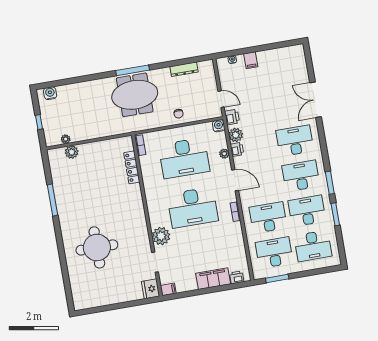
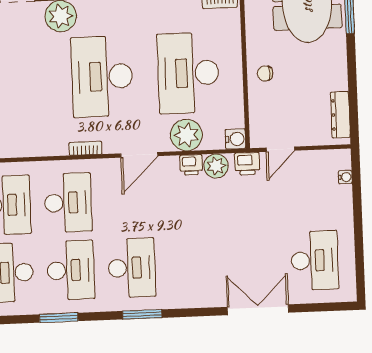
filing cabinet: (251, 60) -> (340, 208), removed
dresser: (184, 69) -> (340, 115), moved
desk: (295, 141) -> (315, 260), moved
plant: (224, 154) -> (186, 135), width x1.88, depth x1.88
window: (330, 183) -> (142, 314), moved

